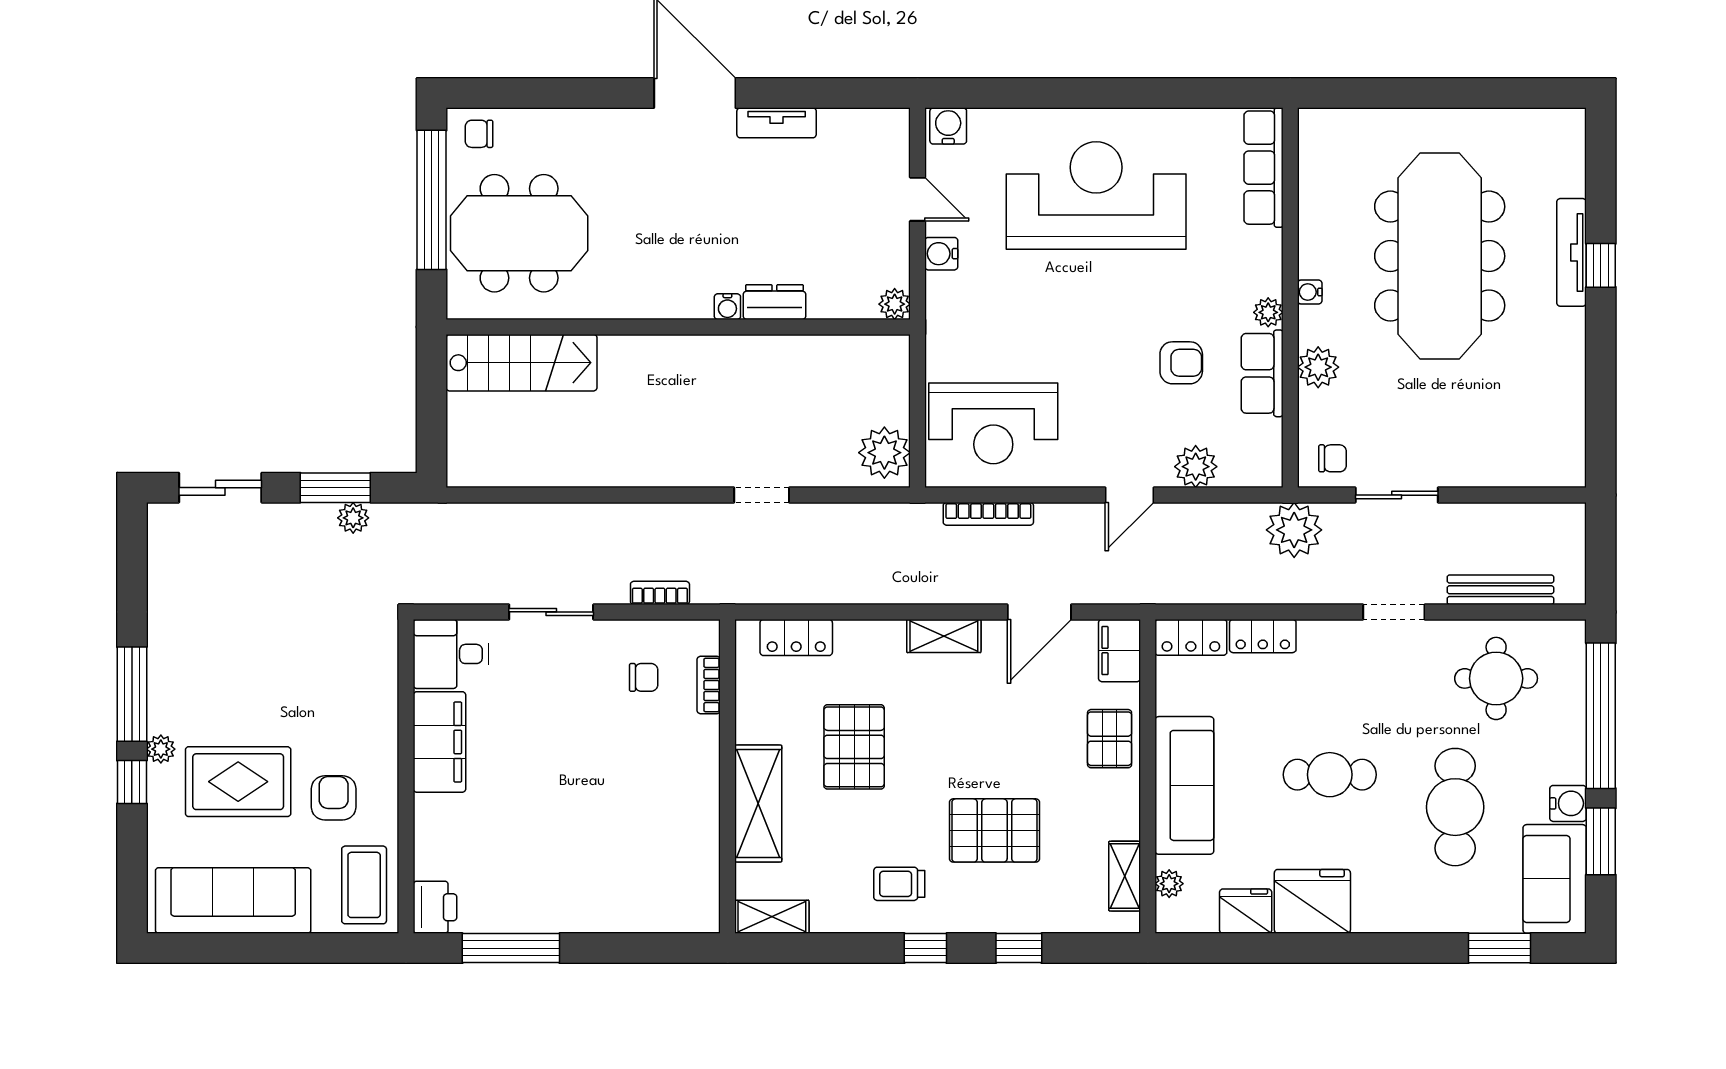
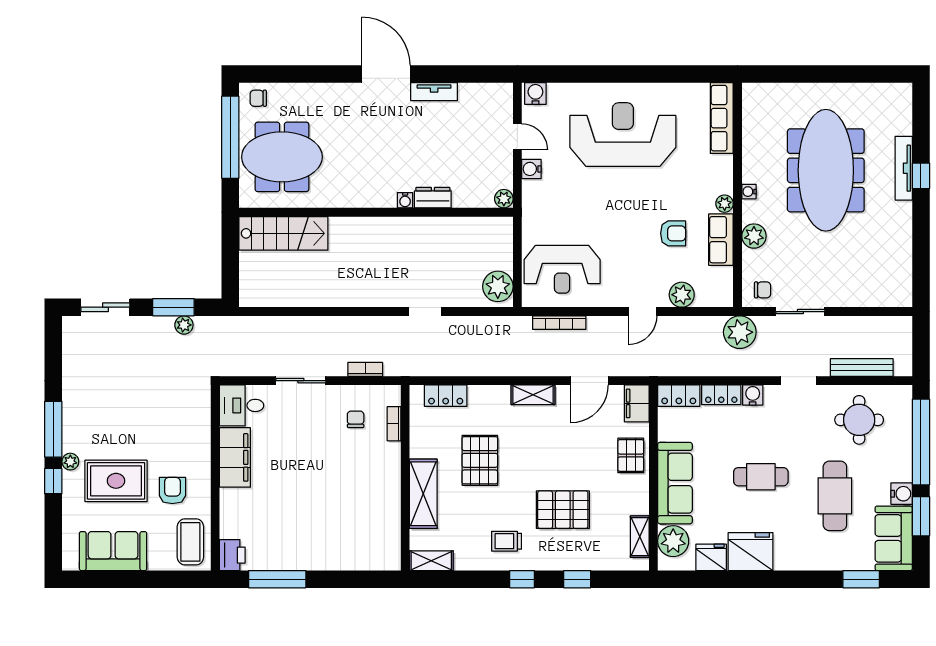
water cooler: (1316, 636) -> (753, 395), added
chair: (644, 677) -> (356, 419), turned -90
plant: (1169, 884) -> (673, 541), width x1.88, depth x1.88
sofa: (233, 901) -> (113, 551), width x0.73

